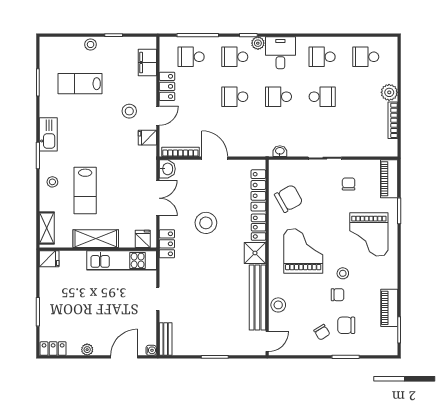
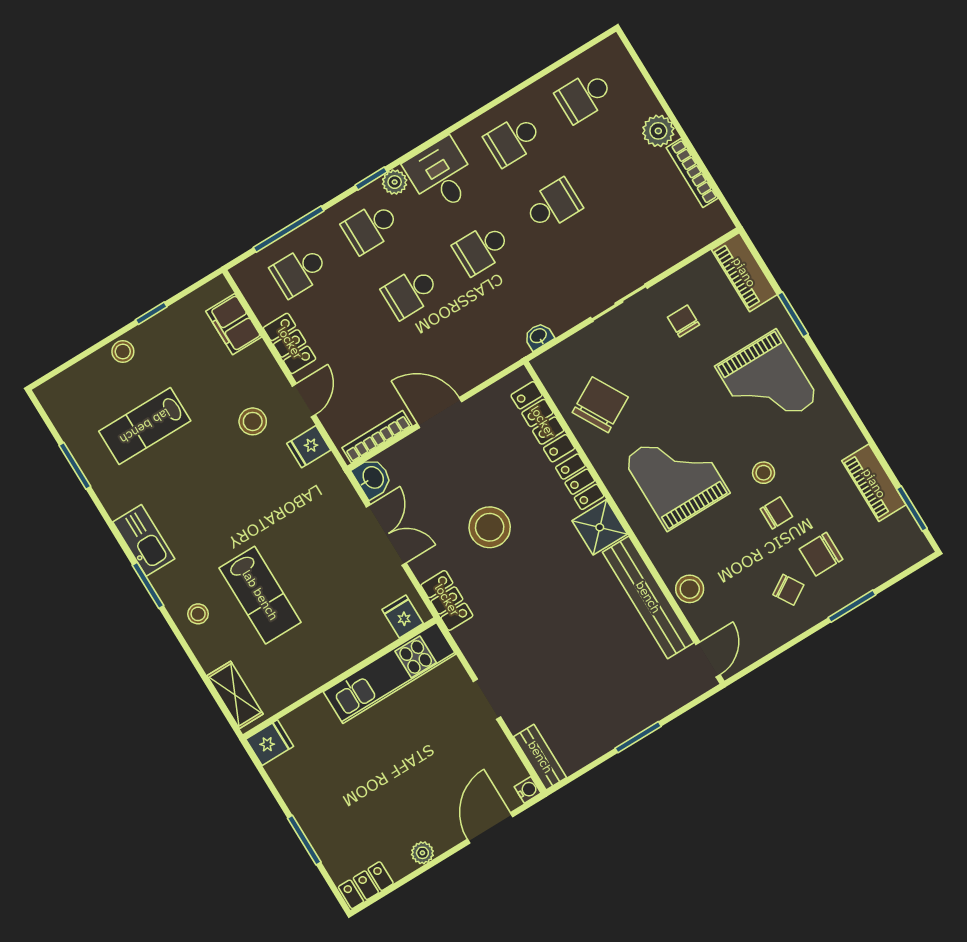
shelving: (96, 239) -> (325, 663), removed

